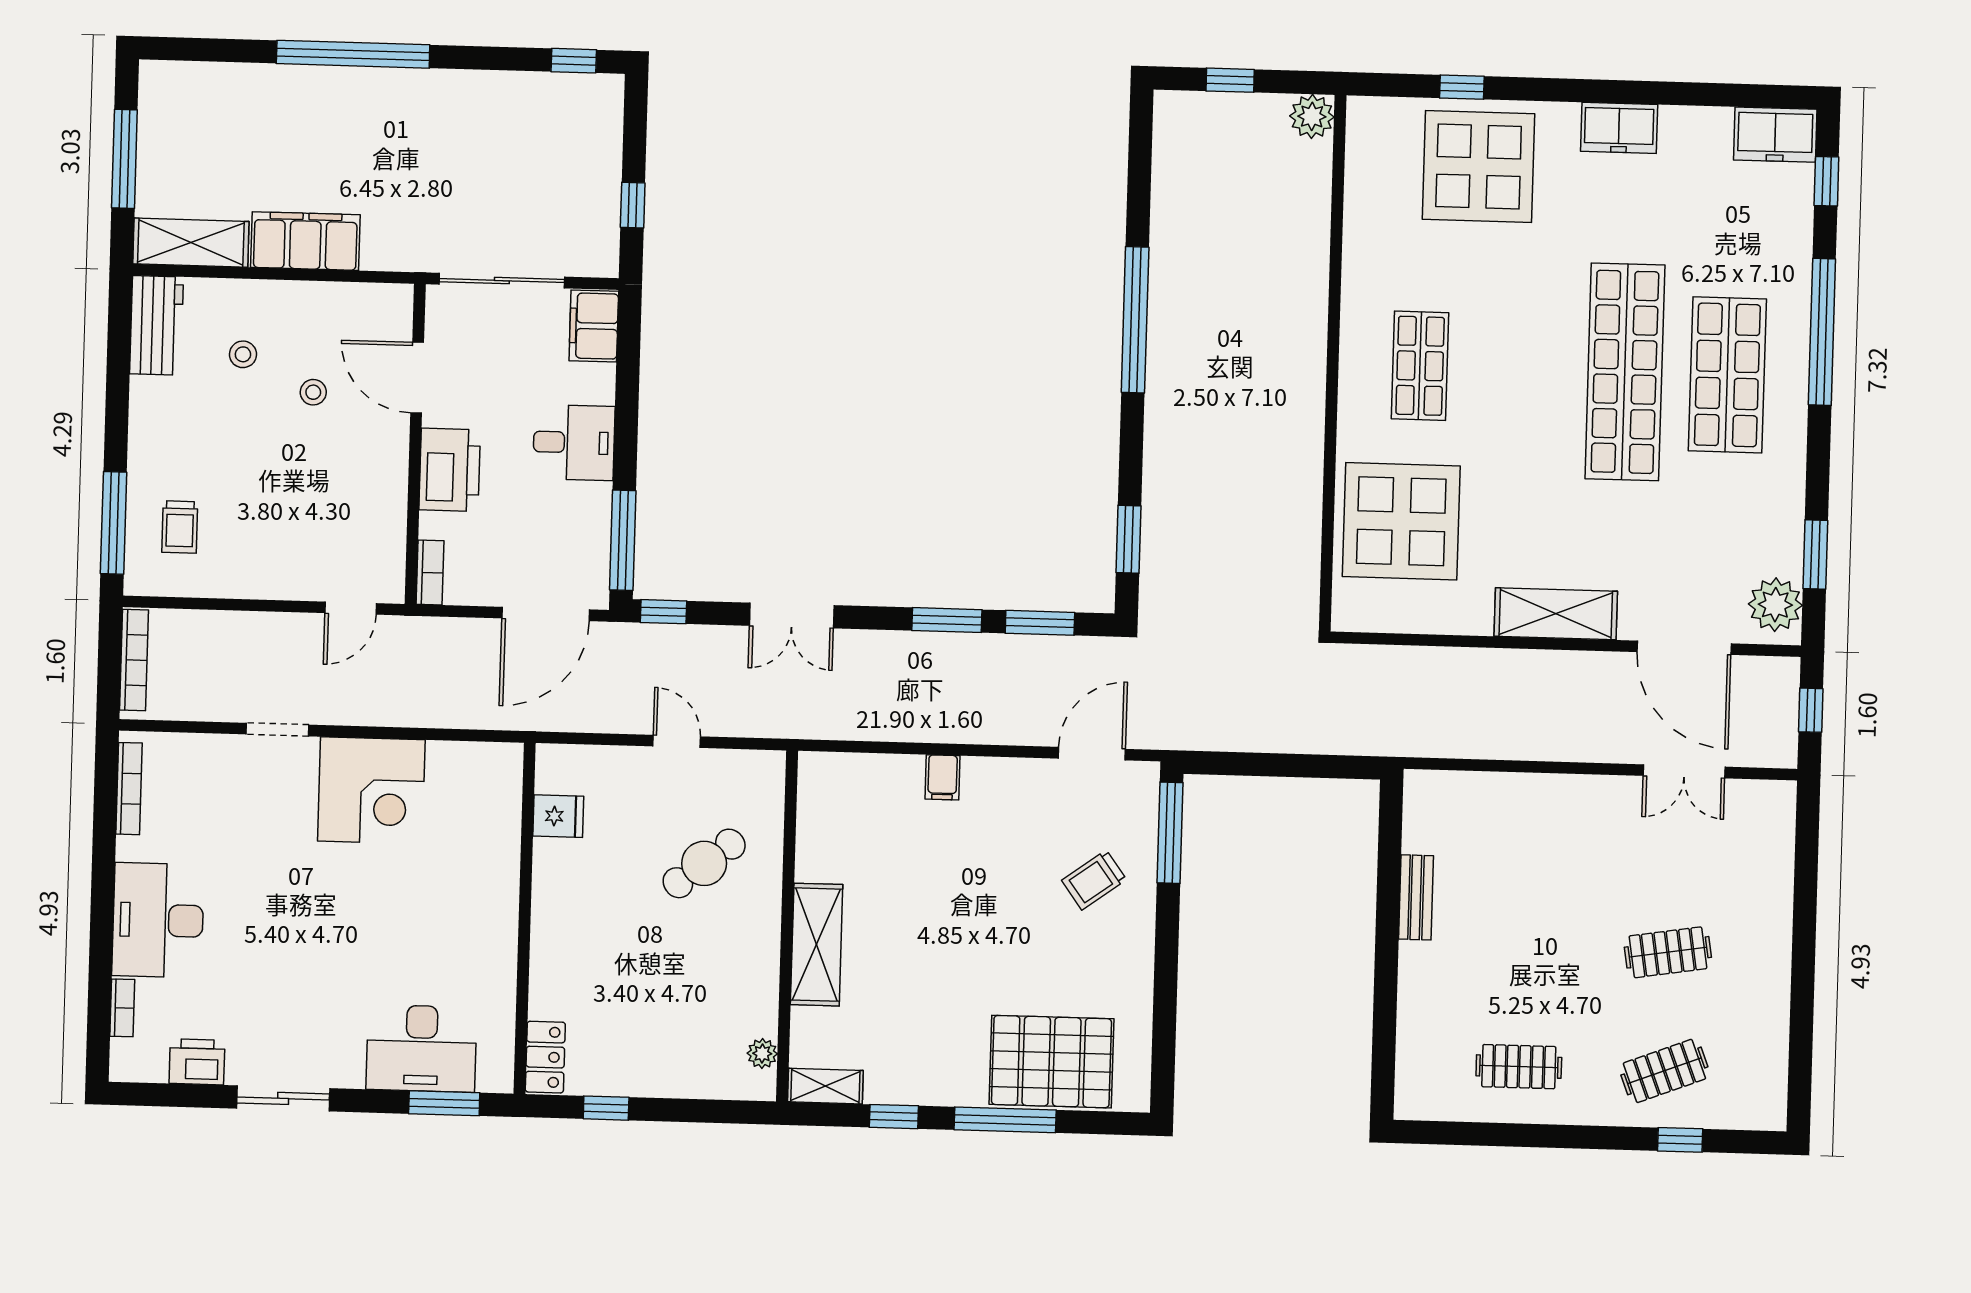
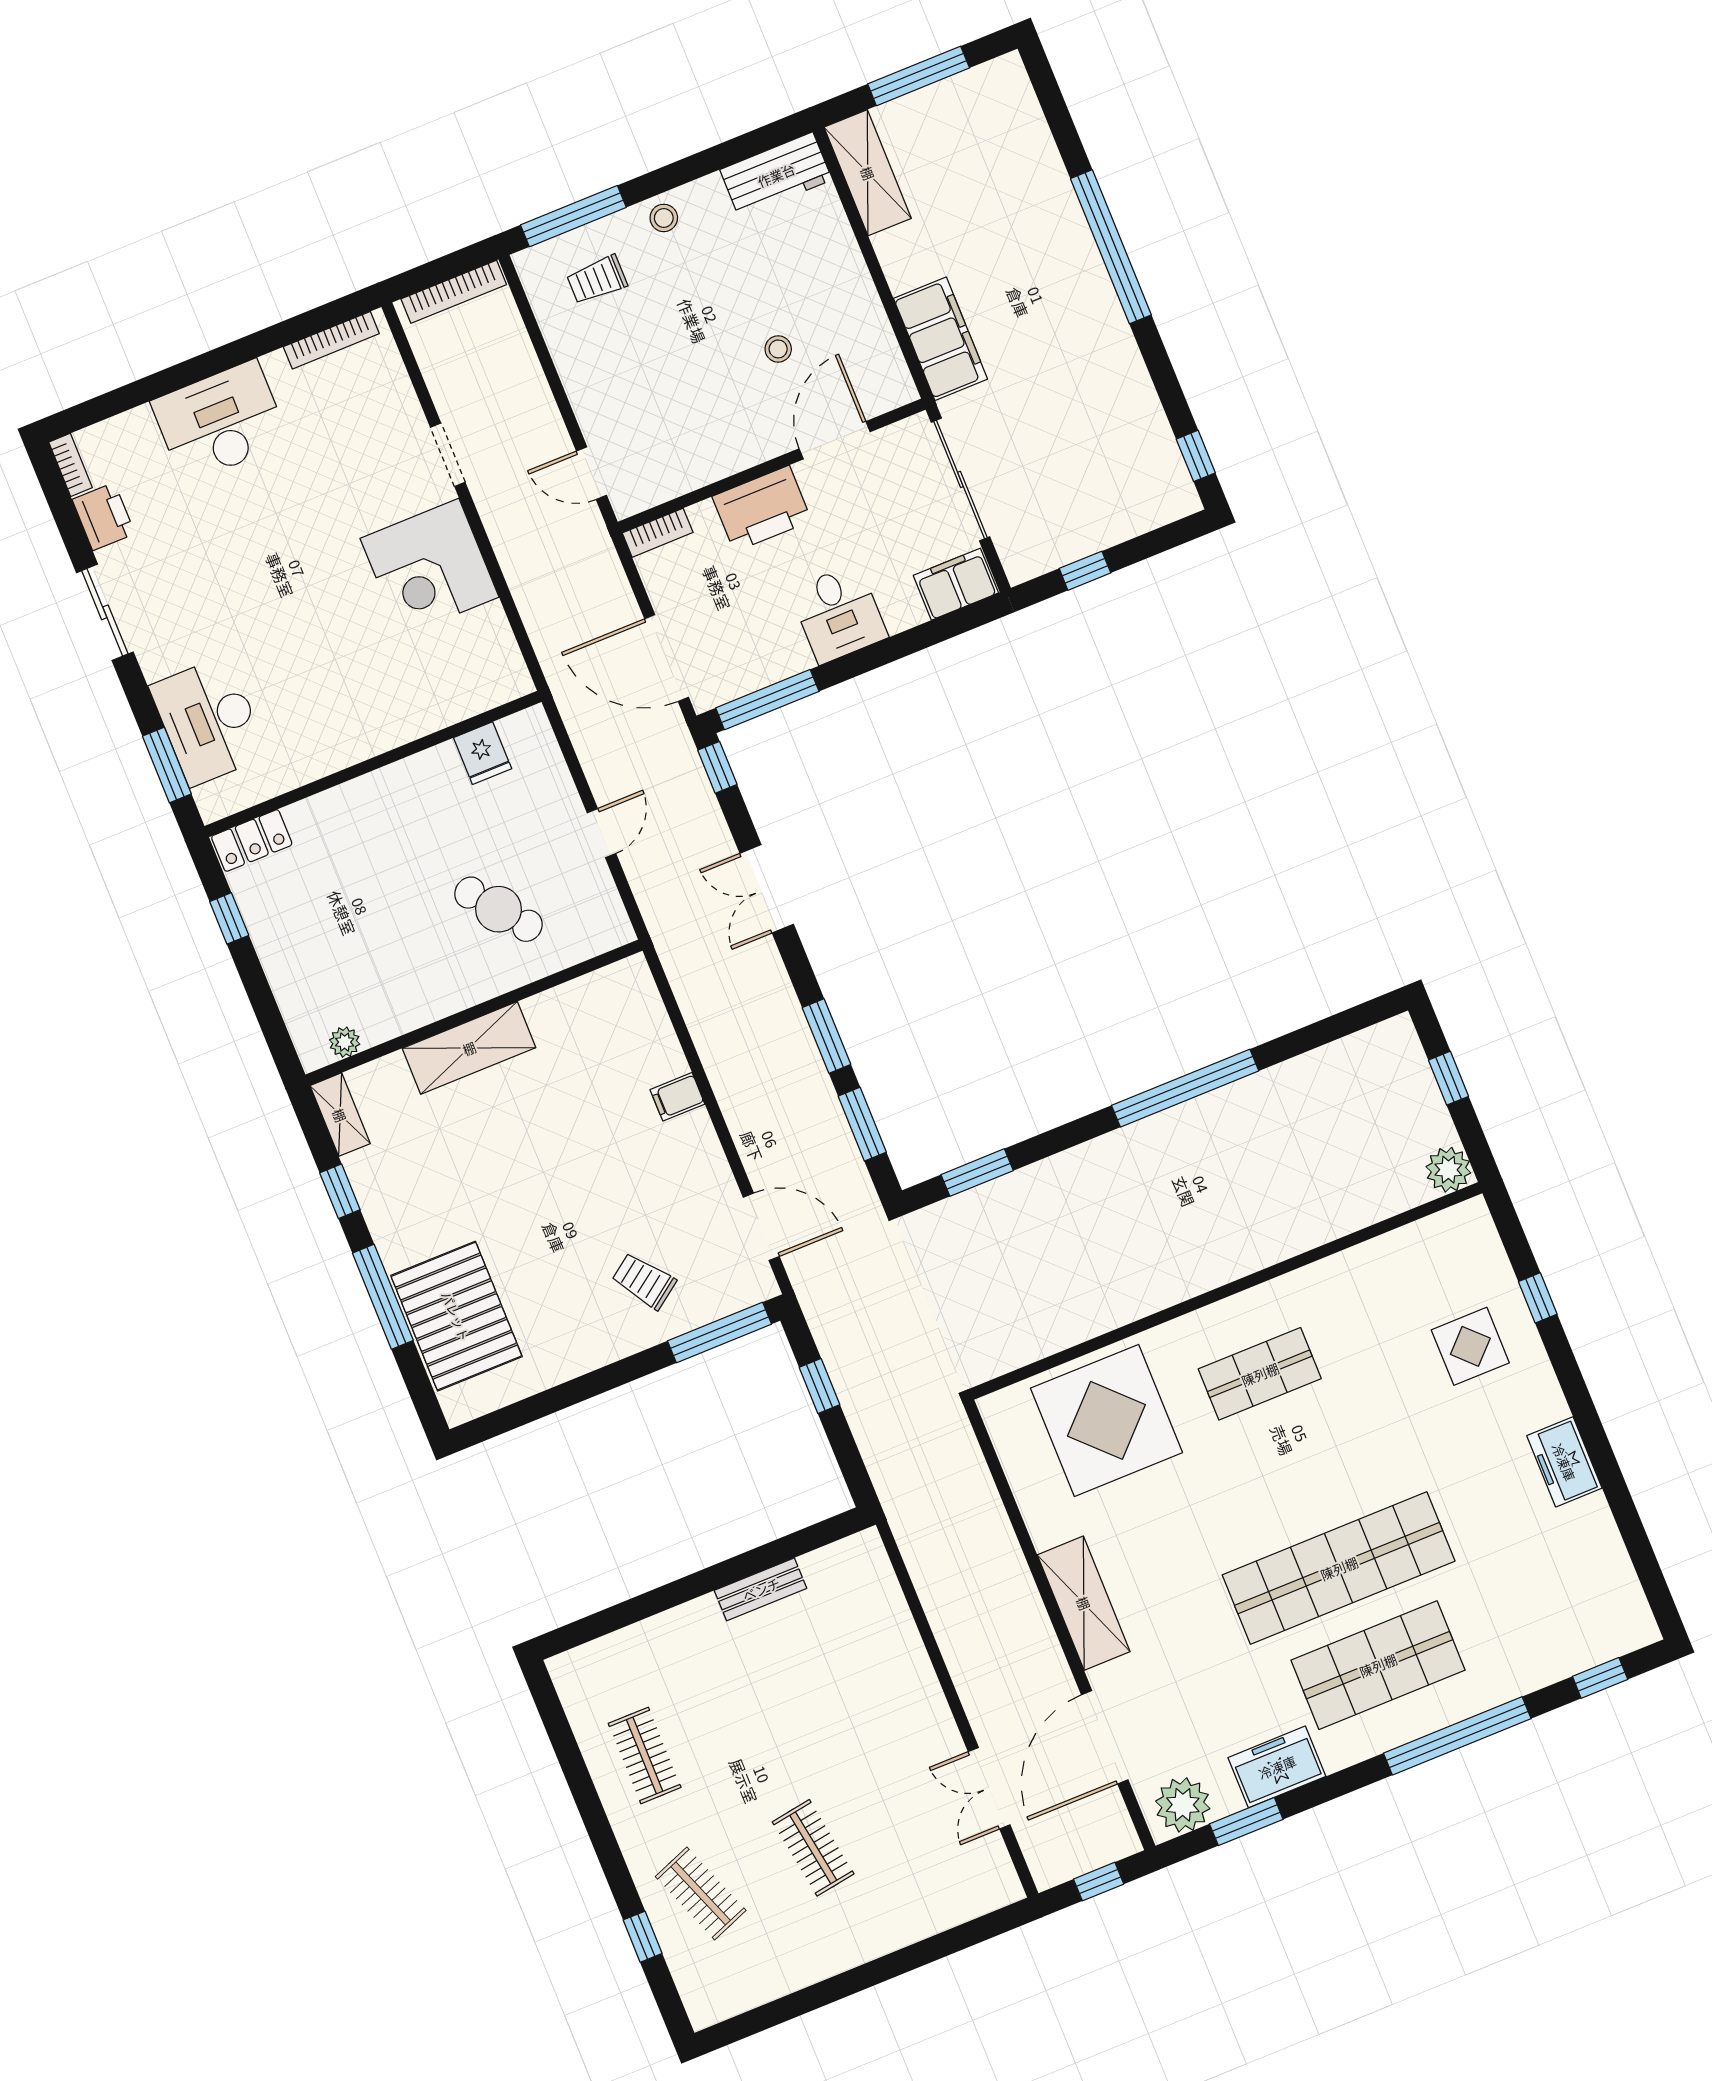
freezer: (1775, 135) -> (1277, 1767), moved, turned 90
display table: (1479, 167) -> (1470, 1346), width x0.54, depth x0.54
filing cabinet: (305, 241) -> (941, 339), moved
stool: (243, 354) -> (664, 218), moved
window: (1257, 764) -> (820, 1386), added
bookcase: (122, 1008) -> (70, 465), moved, turned -90

